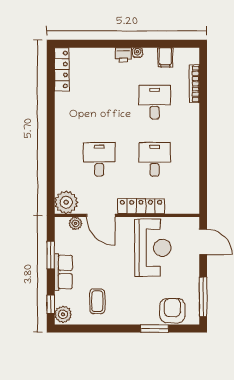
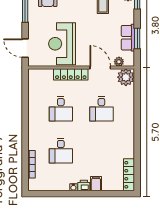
filing cabinet: (165, 57) -> (96, 184), moved
row of seats: (63, 272) -> (128, 38), moved

